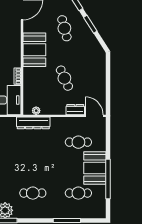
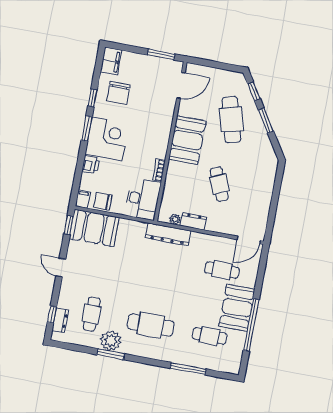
cafe table: (64, 28) -> (231, 120), width x1.37, depth x1.35
dresser: (75, 110) -> (193, 221), moved
door: (94, 116) -> (249, 240), swing flipped
cafe table: (33, 193) -> (151, 325), width x1.37, depth x1.35

